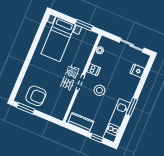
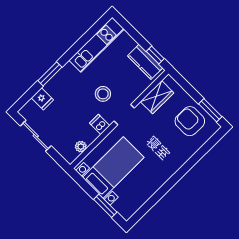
window: (84, 25) -> (105, 206), moved
bed with nightstands: (58, 39) -> (113, 167), moved
wardrobe: (64, 103) -> (157, 97), added
window: (132, 107) -> (50, 74), moved
window: (97, 138) -> (155, 55), moved

